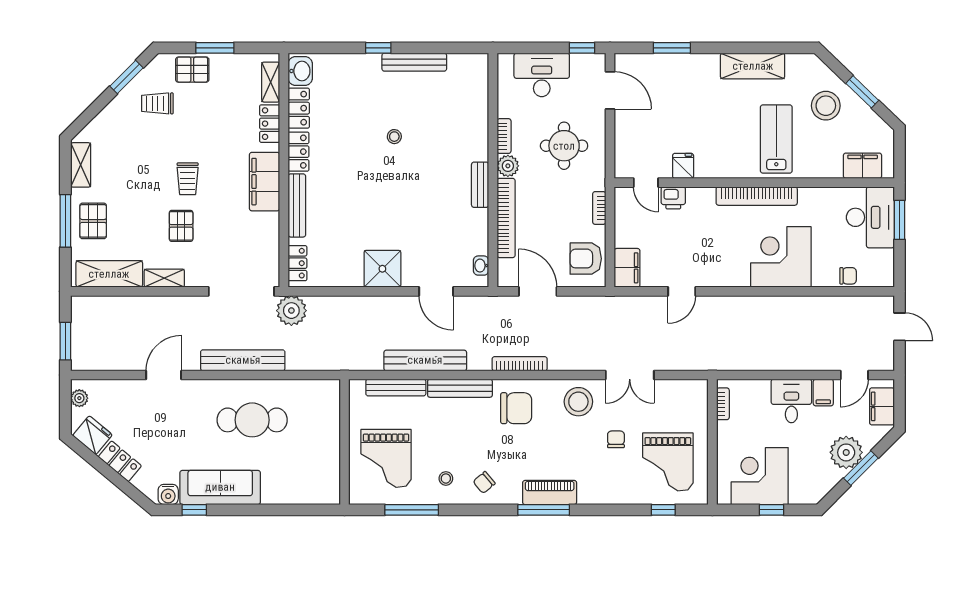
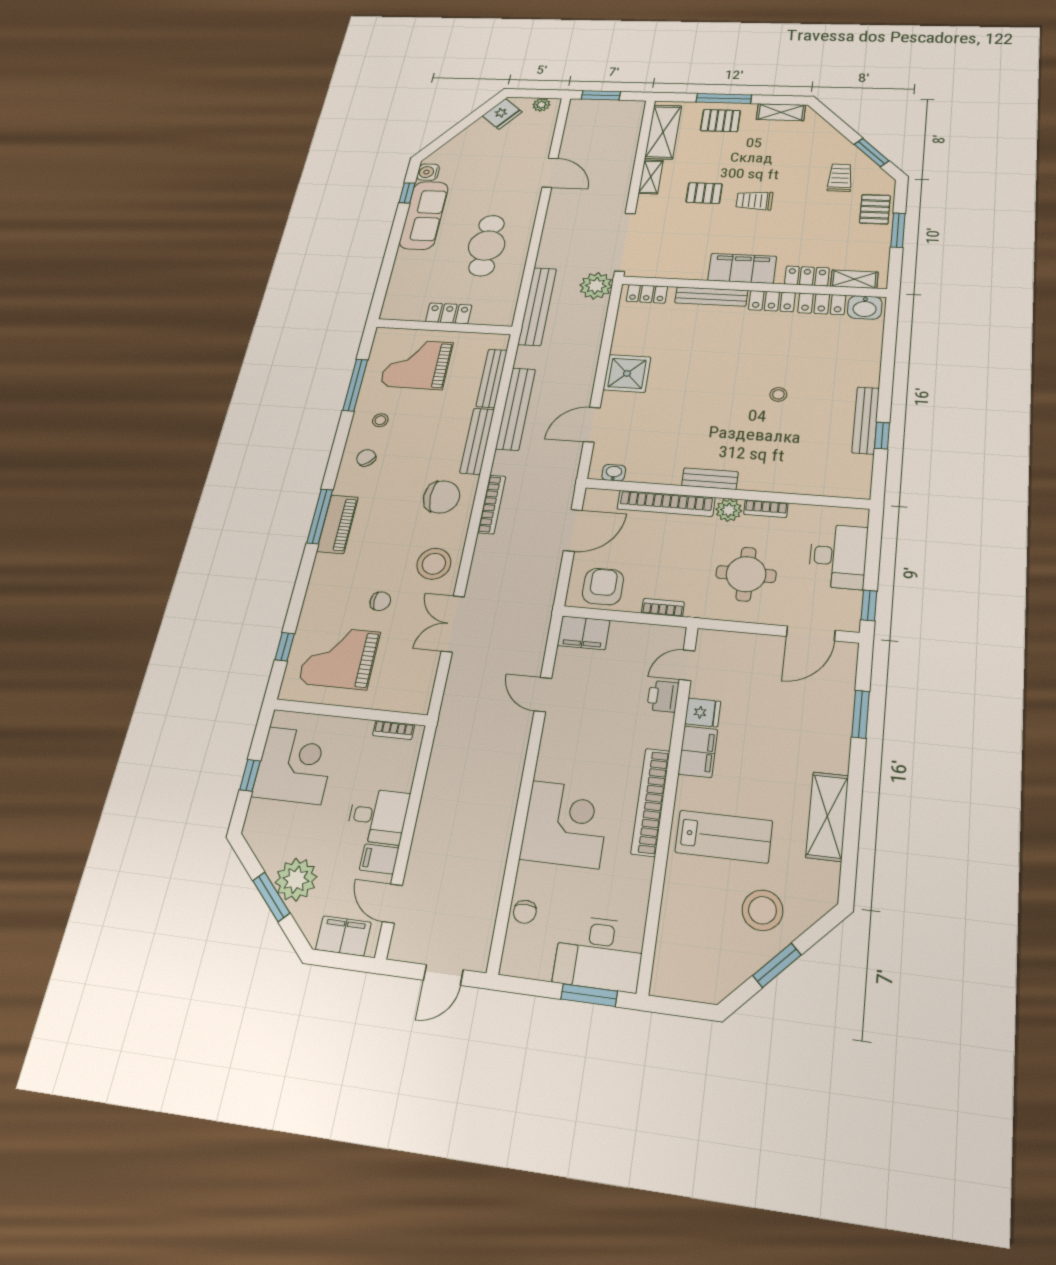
window: (378, 48) -> (882, 436), moved
filing cabinet: (863, 166) -> (698, 752), moved
bench: (243, 360) -> (537, 306), moved
chair: (516, 408) -> (441, 497), turned -90
locker: (120, 461) -> (449, 313), moved, turned -130

